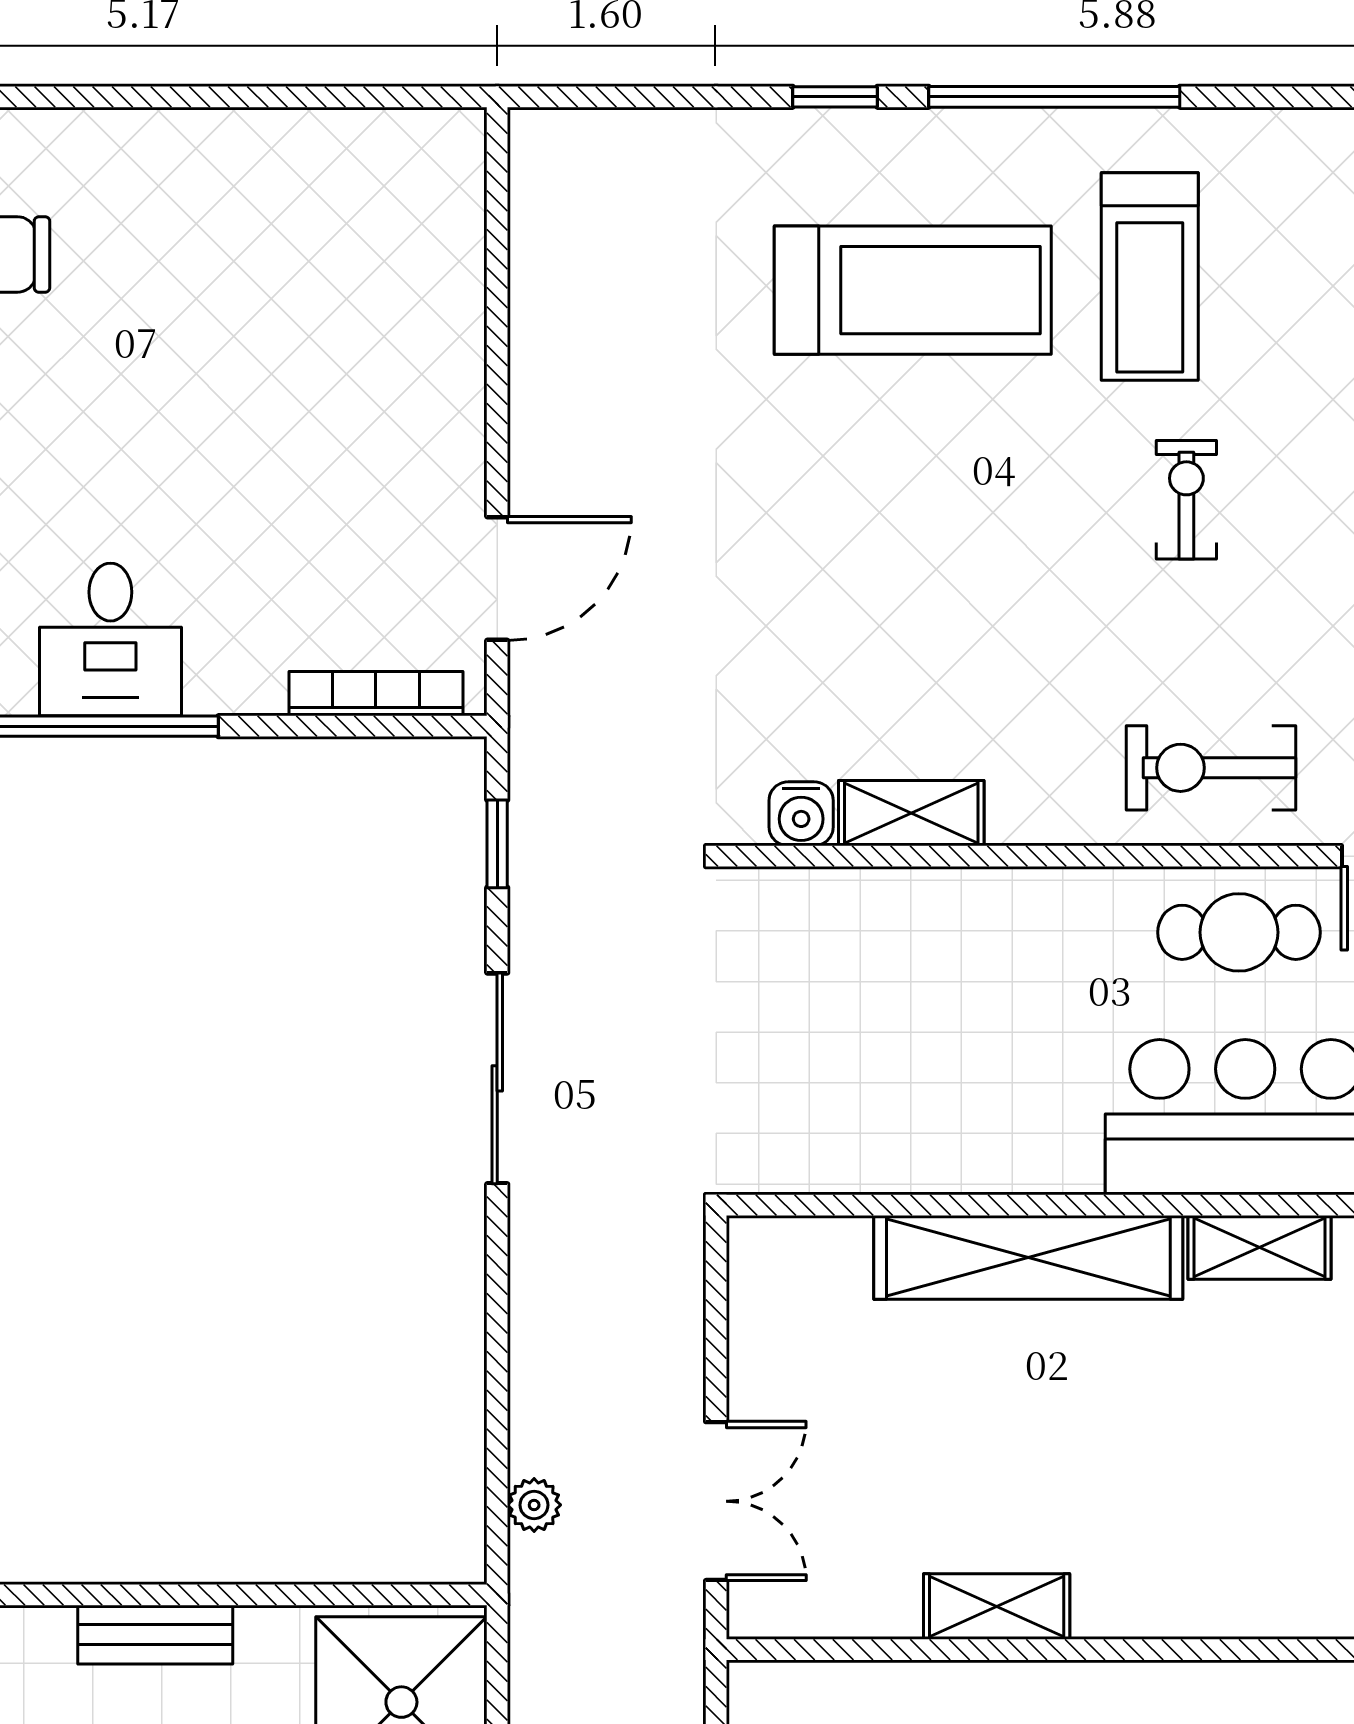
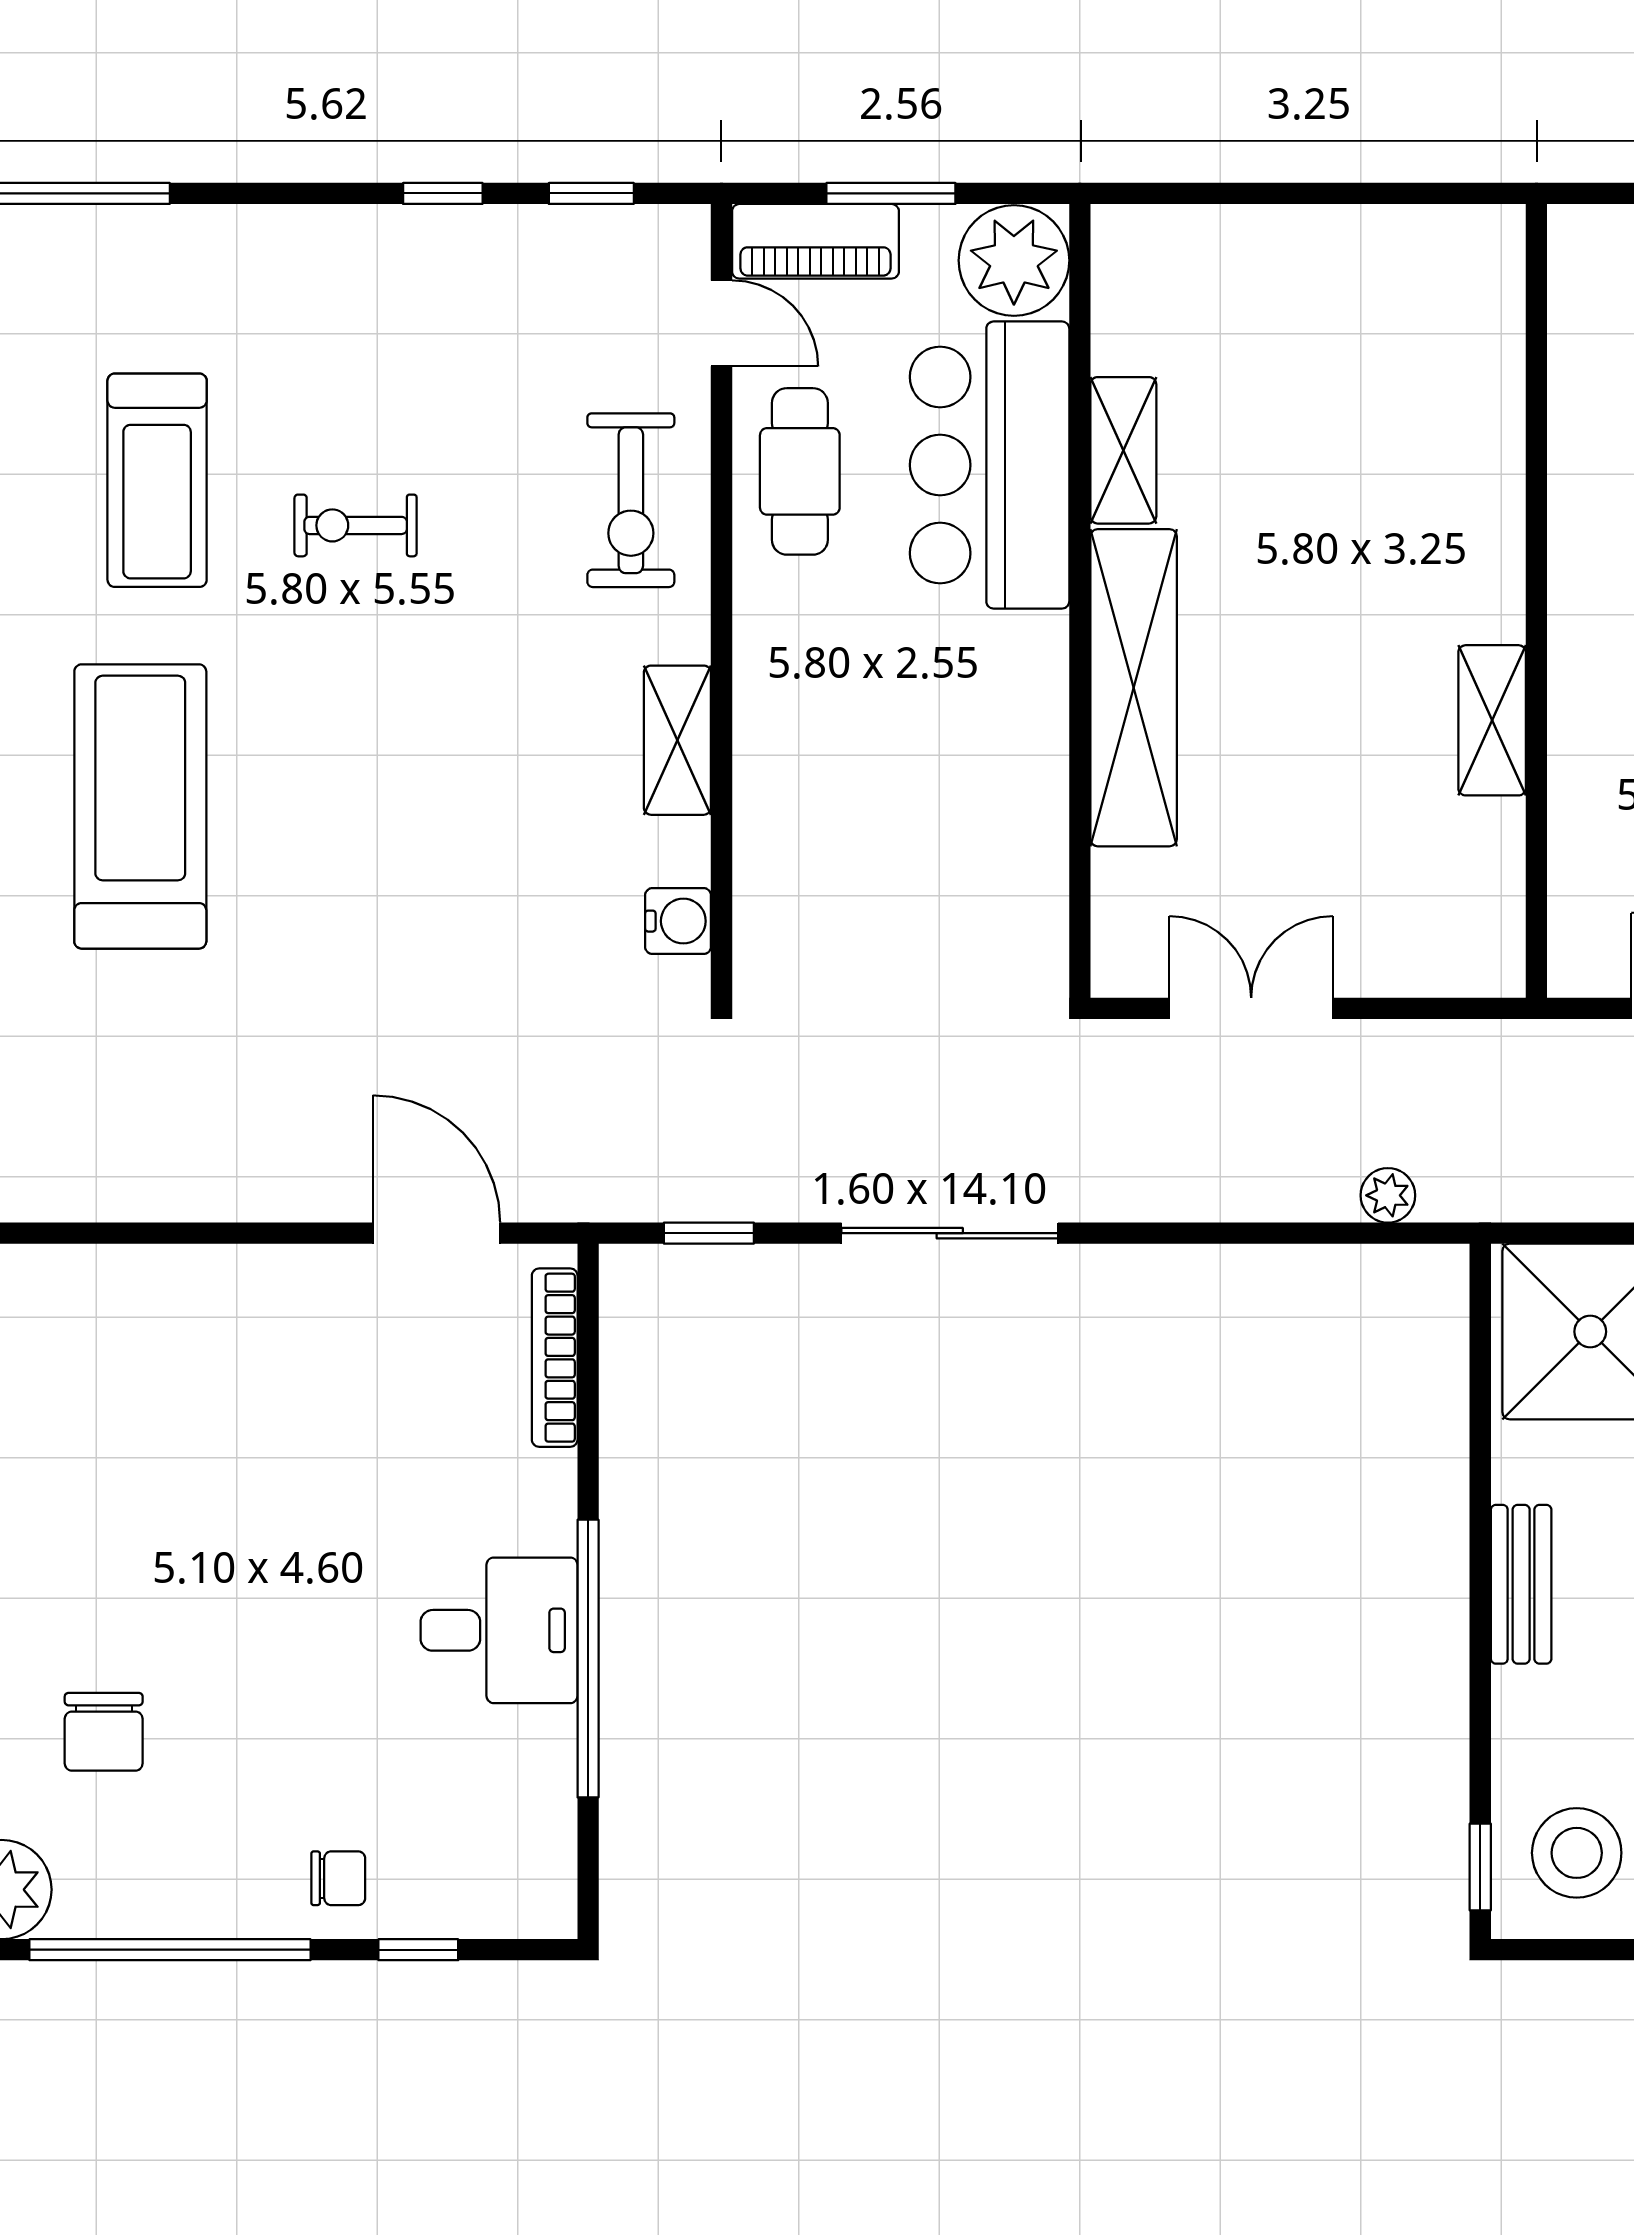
treadmill: (1150, 277) -> (157, 480), moved, turned 90
shelving: (911, 813) -> (677, 740), moved
double door: (716, 1501) -> (1251, 1008), moved

